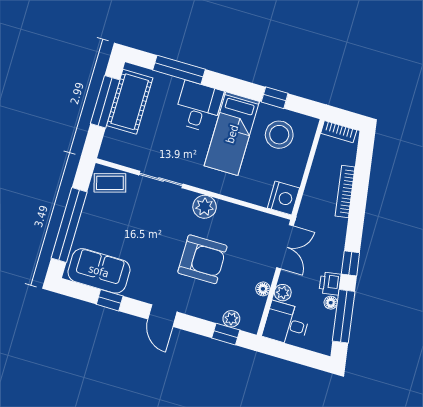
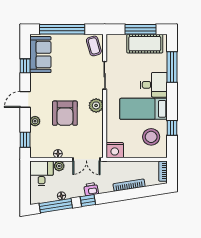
printer: (330, 283) -> (91, 189), moved
plant: (231, 319) -> (35, 121), moved

